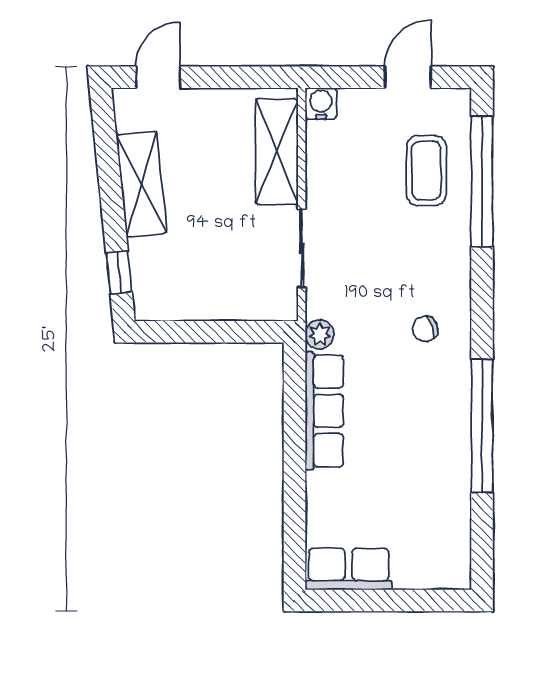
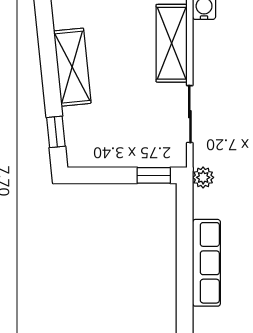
window: (253, 332) -> (154, 175), added
row of seats: (324, 411) -> (206, 263), moved

